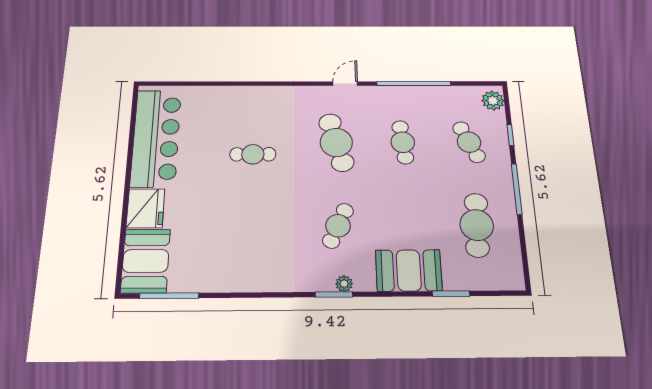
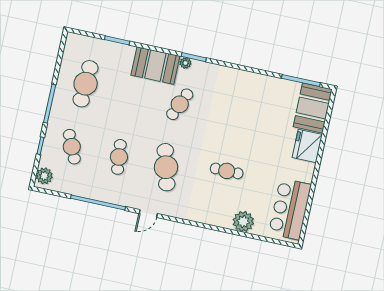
plant: (217, 98) -> (243, 222), added
bar counter: (156, 138) -> (290, 209), width x0.73
booth: (409, 270) -> (155, 66), moved

